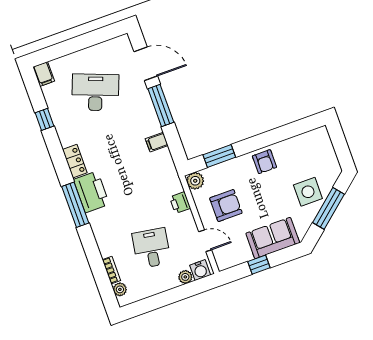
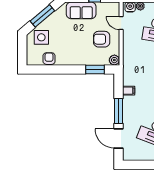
armchair: (264, 162) -> (49, 59), moved
side table: (308, 192) -> (41, 37), moved
printer: (180, 203) -> (128, 50), removed

